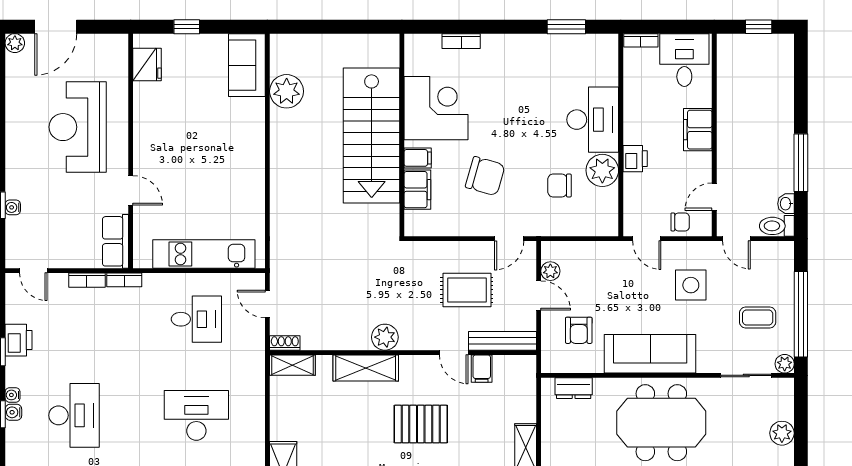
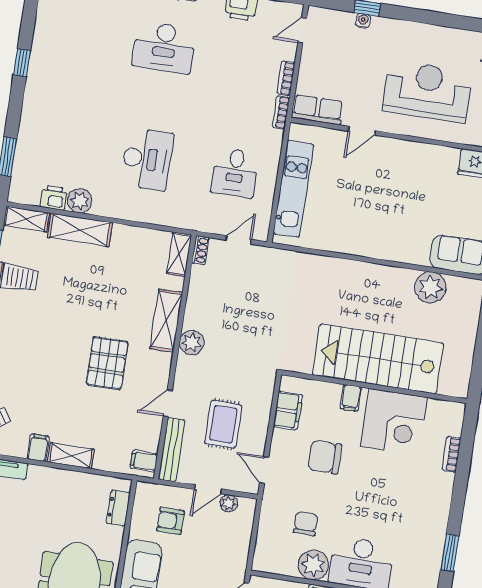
chair: (485, 176) -> (325, 457), turned 74
filing cabinet: (417, 190) -> (288, 410), moved, turned -90
filing cabinet: (482, 369) -> (144, 461), moved

